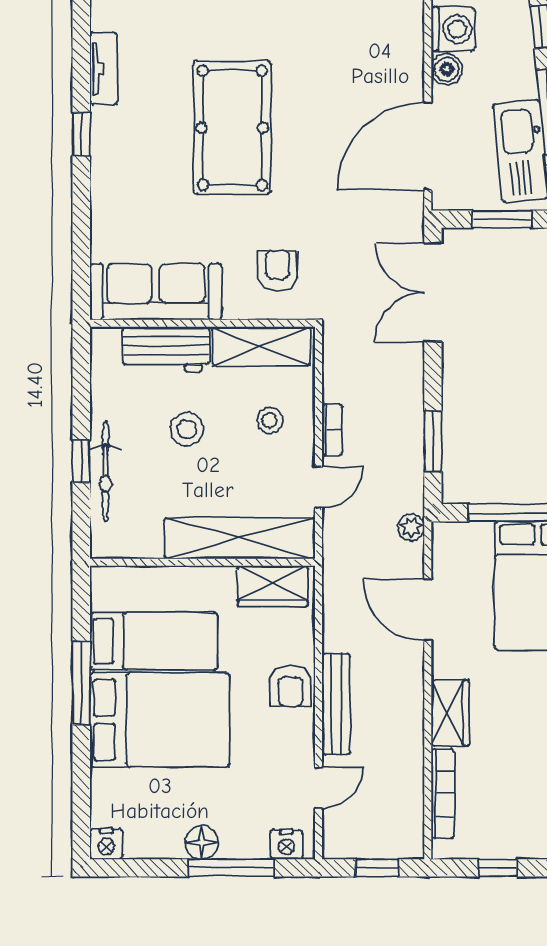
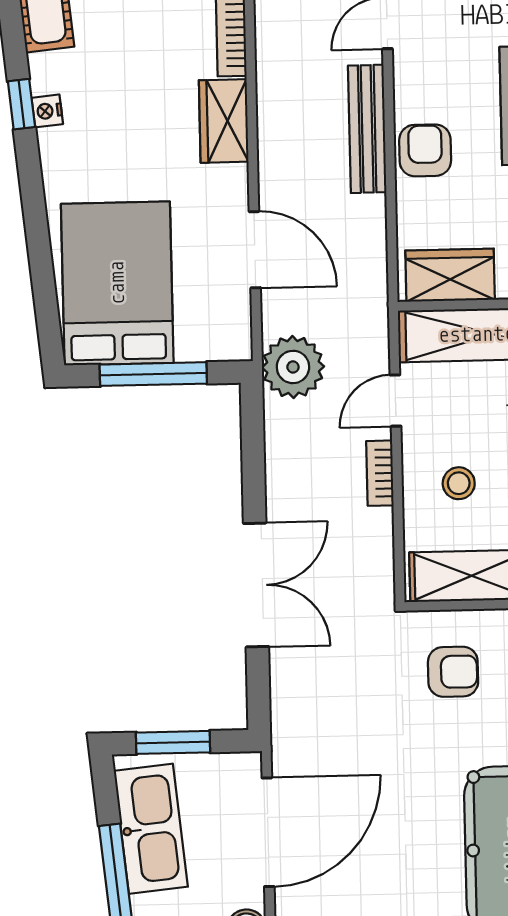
armchair: (278, 270) -> (453, 672), turned -90
double door: (433, 292) -> (256, 585), moved
window: (433, 441) -> (253, 462), removed
plant: (411, 527) -> (293, 367), width x1.88, depth x1.88

